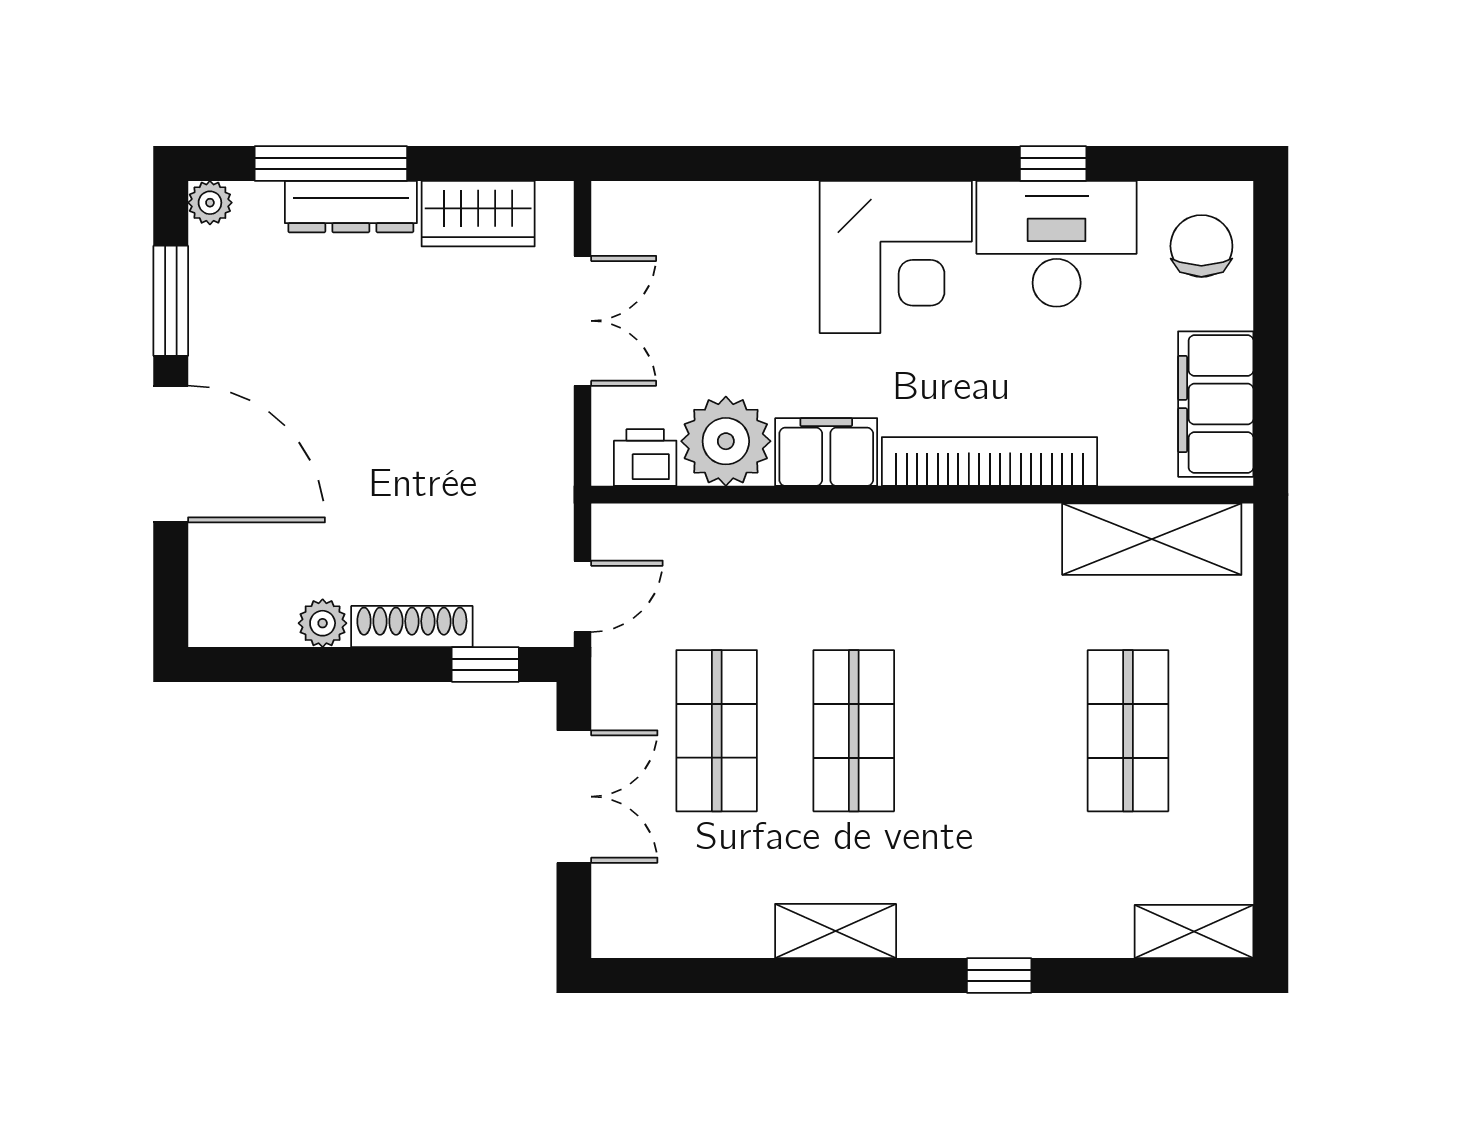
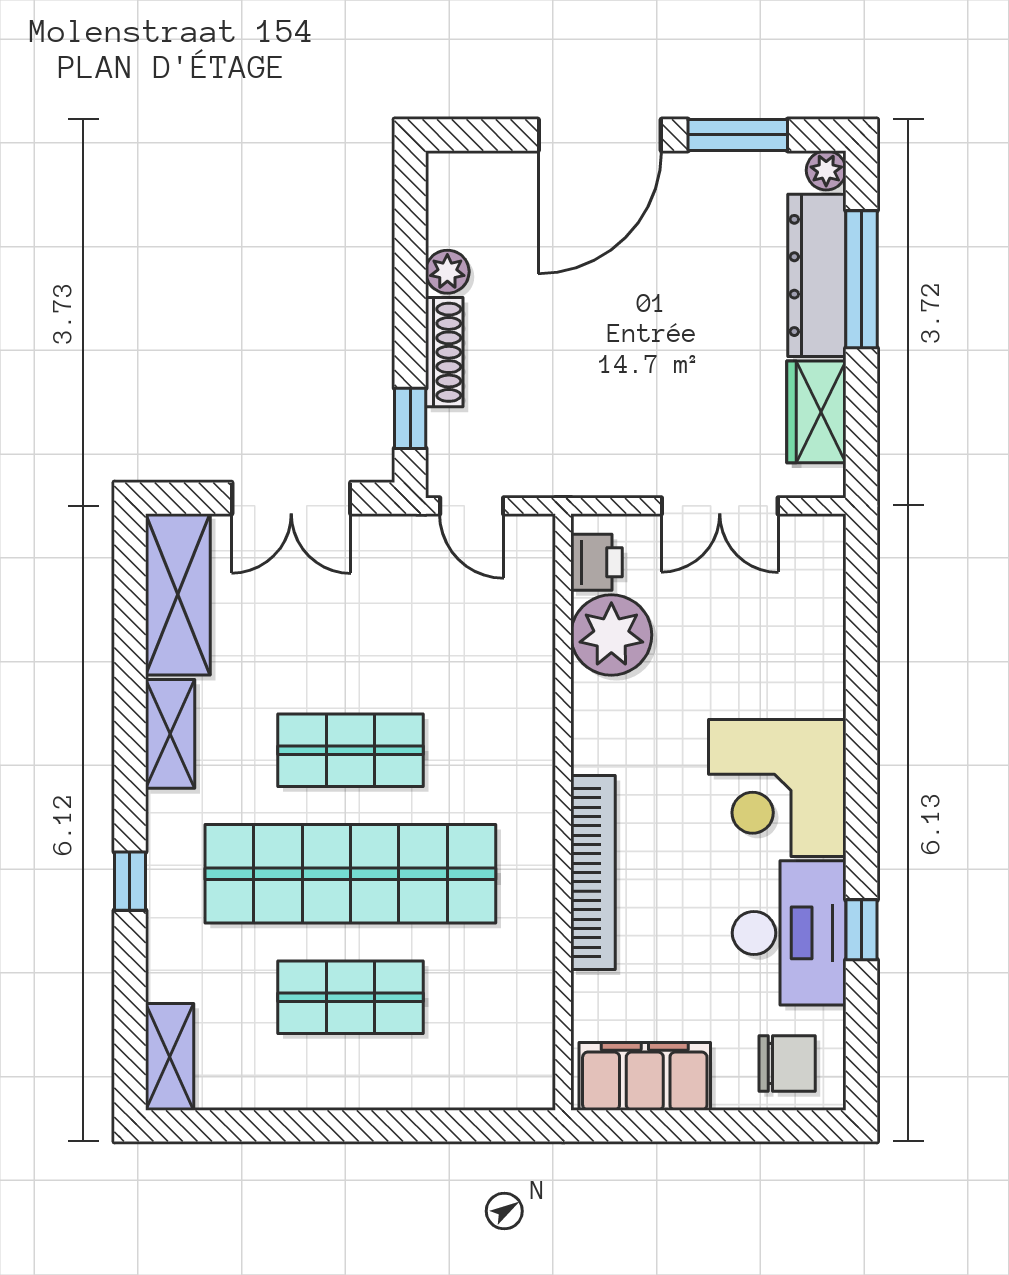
dresser: (351, 207) -> (817, 275), width x1.37, depth x1.24
filing cabinet: (826, 452) -> (602, 725), removed
shelving: (1152, 539) -> (178, 594), moved
shop shelf: (717, 731) -> (350, 874), moved, width x2.00, depth x1.36

